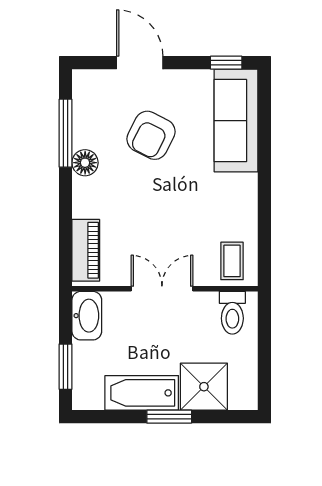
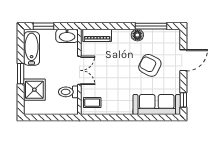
toilet: (232, 313) -> (68, 92), moved
bathtub: (142, 393) -> (32, 49), moved

